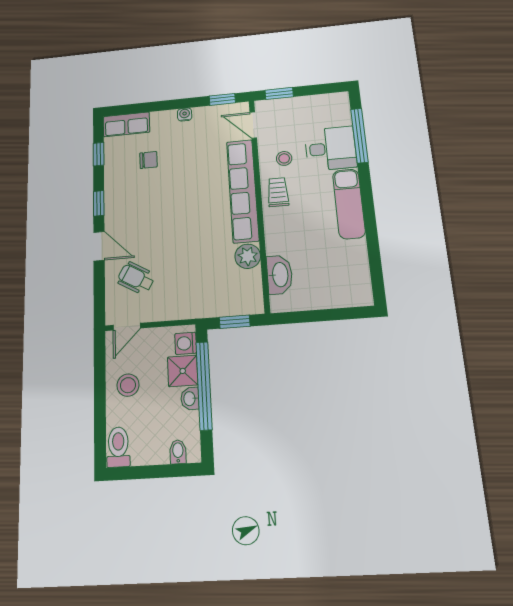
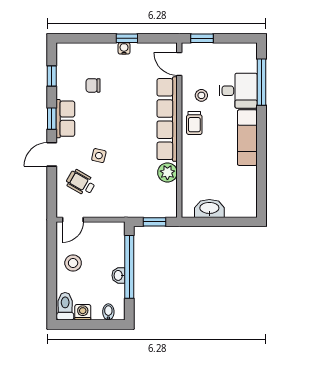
window: (222, 99) -> (127, 38), moved
row of seats: (126, 124) -> (65, 119), moved, turned -90
chair: (148, 160) -> (93, 85), turned 180
trolley: (278, 192) -> (194, 123), turned 180
side table: (158, 243) -> (99, 156), added
door: (99, 246) -> (52, 154), swing flipped
washbasin: (280, 275) -> (209, 208), moved, turned -90
washing machine: (186, 343) -> (83, 312), moved, turned 90
shower: (183, 371) -> (114, 255), removed

